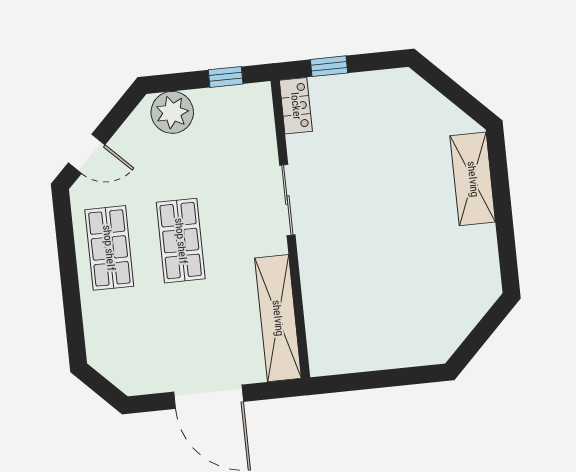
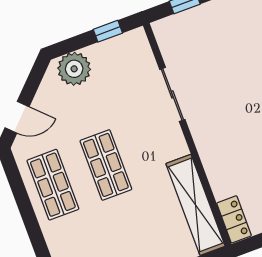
locker: (296, 106) -> (234, 219), moved
sliding door: (287, 200) -> (172, 94), moved

